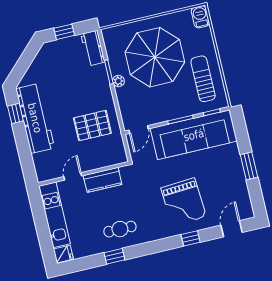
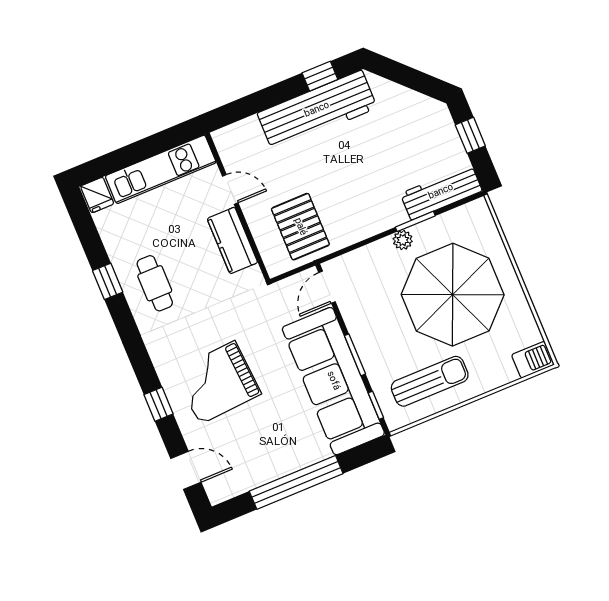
workbench: (93, 48) -> (441, 192), width x1.37
pallet: (92, 126) -> (300, 227), moved
door: (139, 129) -> (327, 287), hinge flipped
window: (249, 166) -> (296, 482), width x2.11

